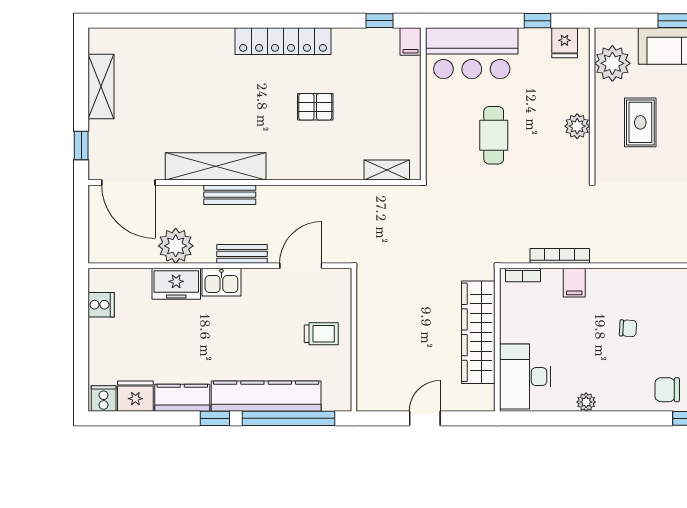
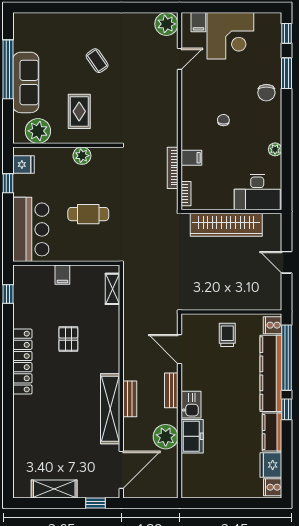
filing cabinet: (411, 41) -> (62, 275), moved, turned 90
rug: (640, 122) -> (79, 111), turned 90
cooker: (101, 305) -> (272, 325), moved, turned -90

